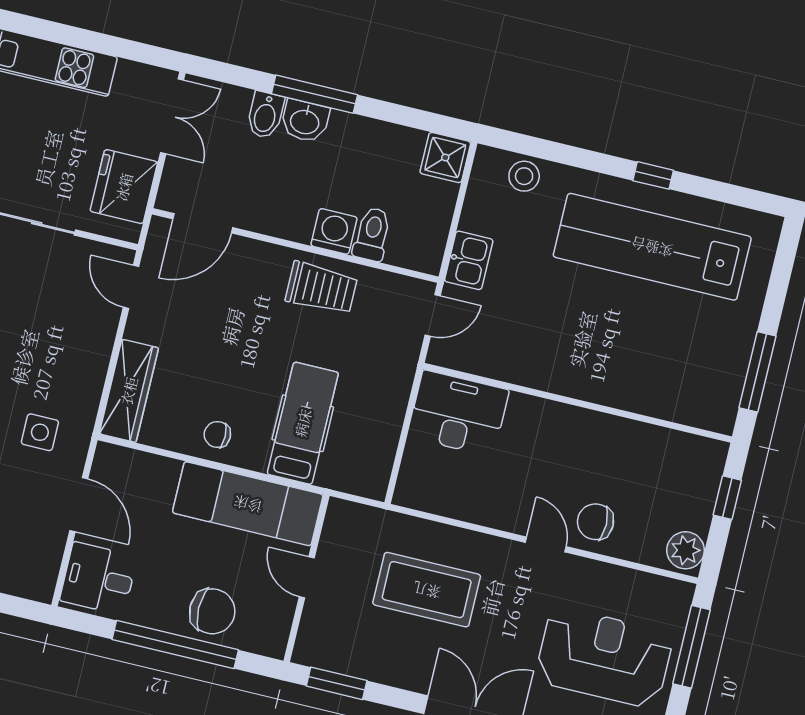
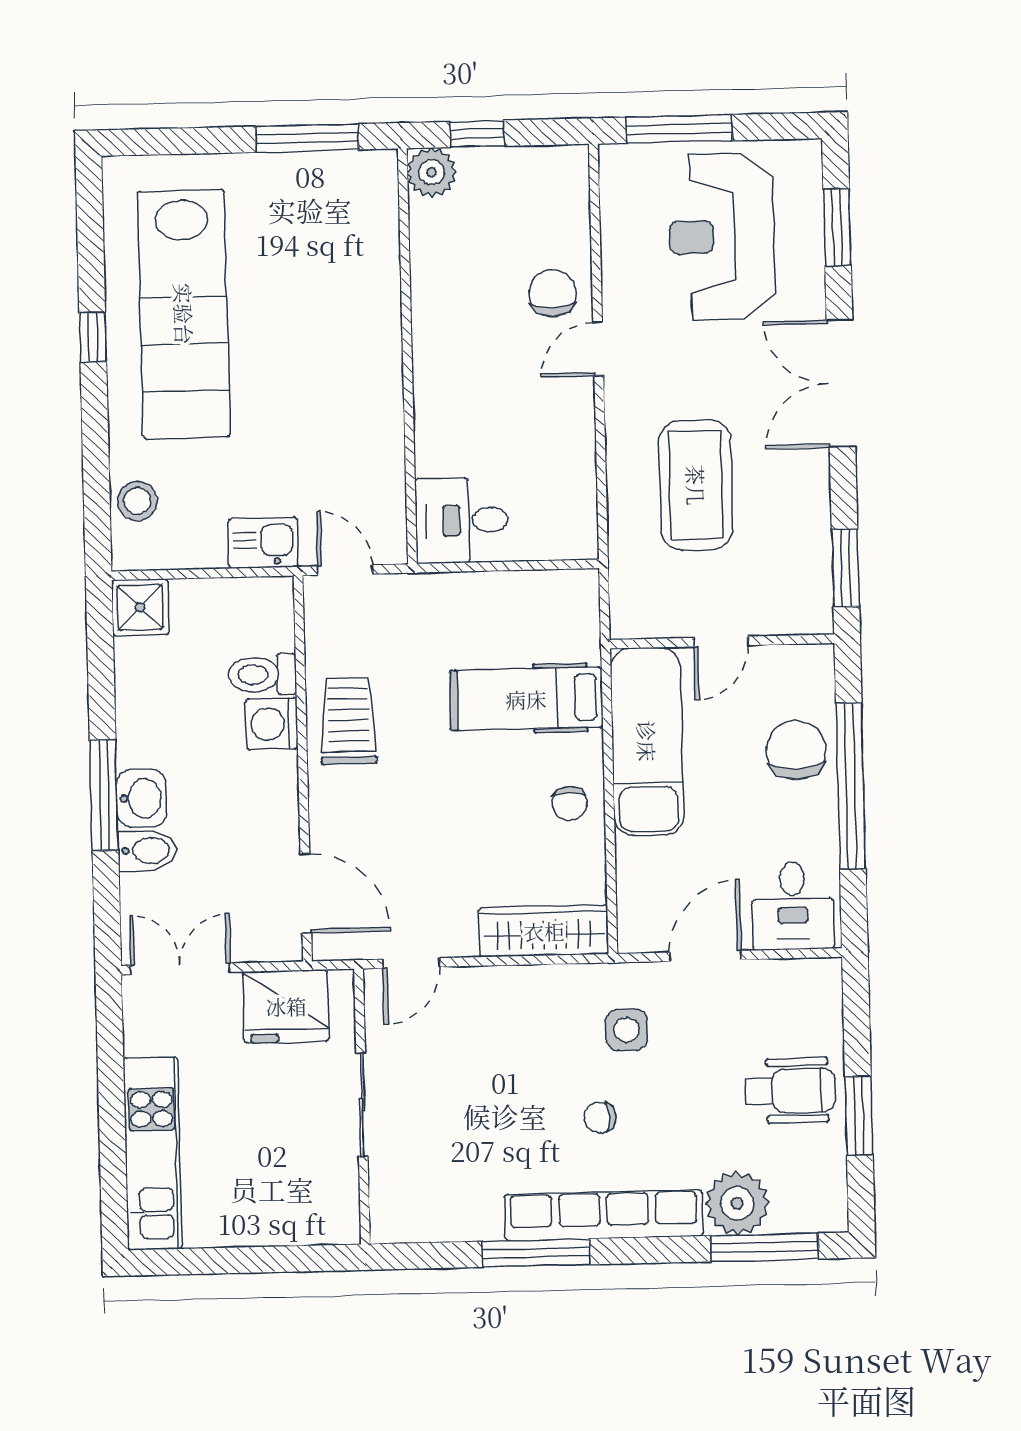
desk: (458, 413) -> (462, 520), width x0.73
chair: (595, 522) -> (552, 293), turned 180
plant: (686, 550) -> (432, 172), moved

